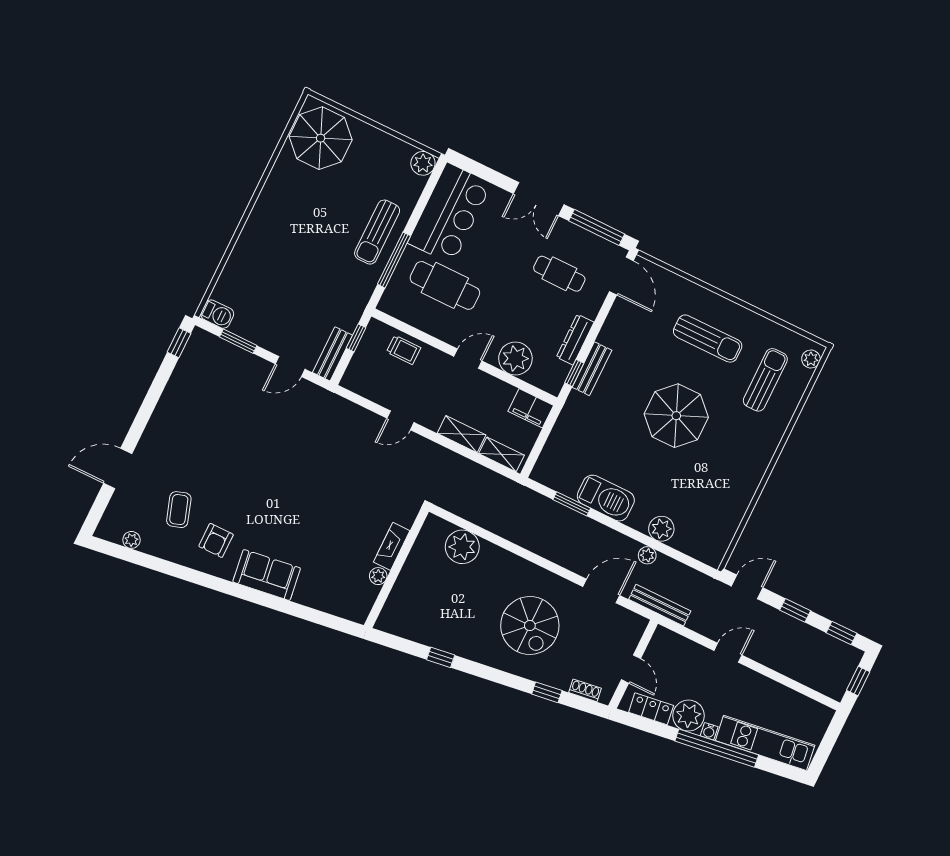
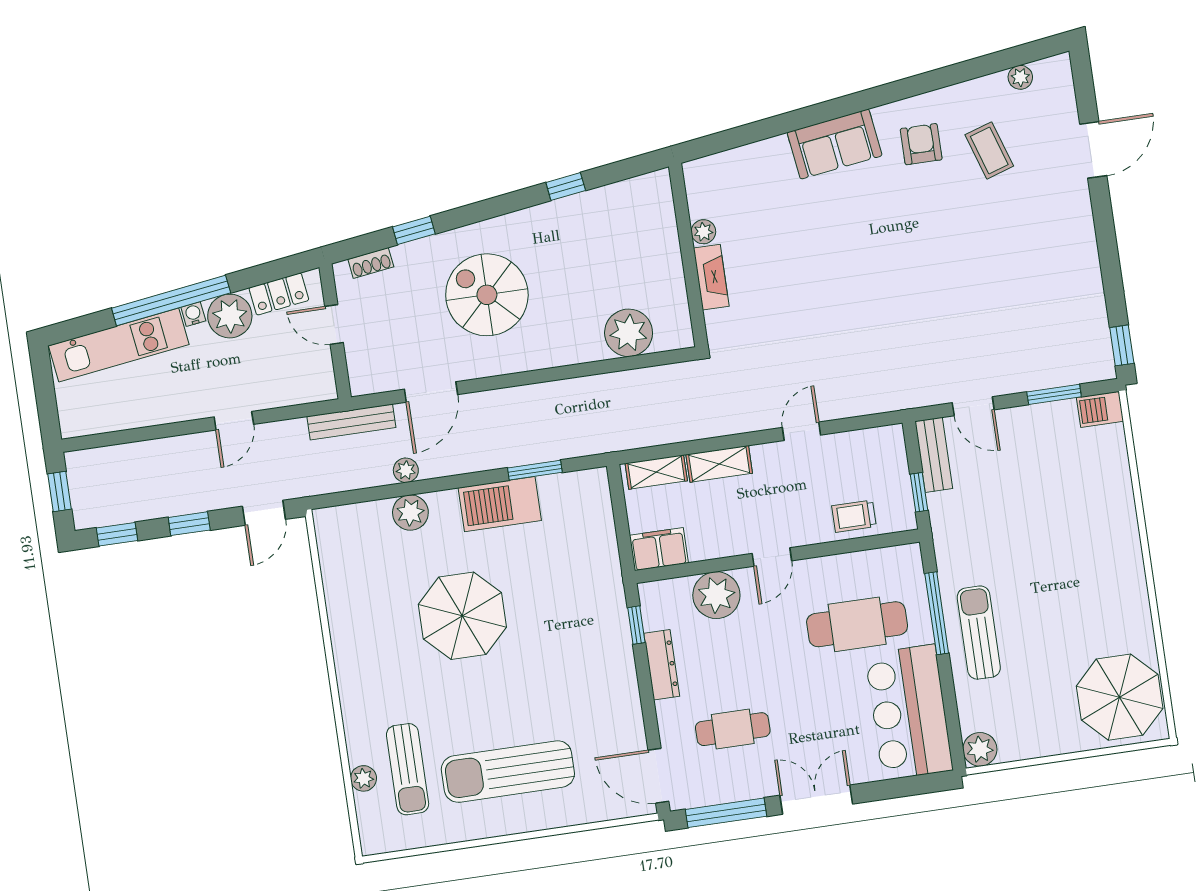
sun lounger: (708, 339) -> (508, 772), width x1.36, depth x1.34
plant: (811, 359) -> (363, 778), moved
door: (290, 367) -> (973, 406), swing flipped
bench: (592, 369) -> (619, 644), removed
parasol: (676, 416) -> (462, 616), moved

